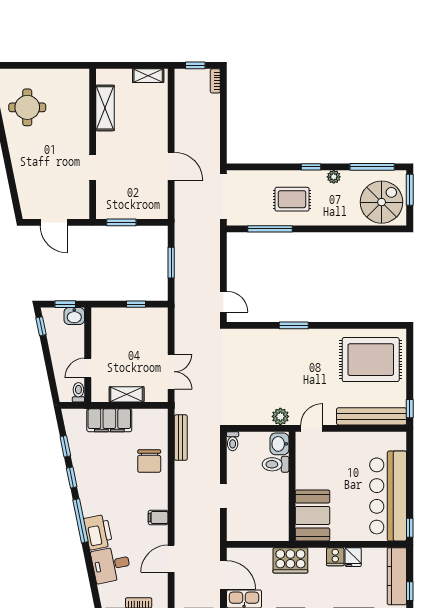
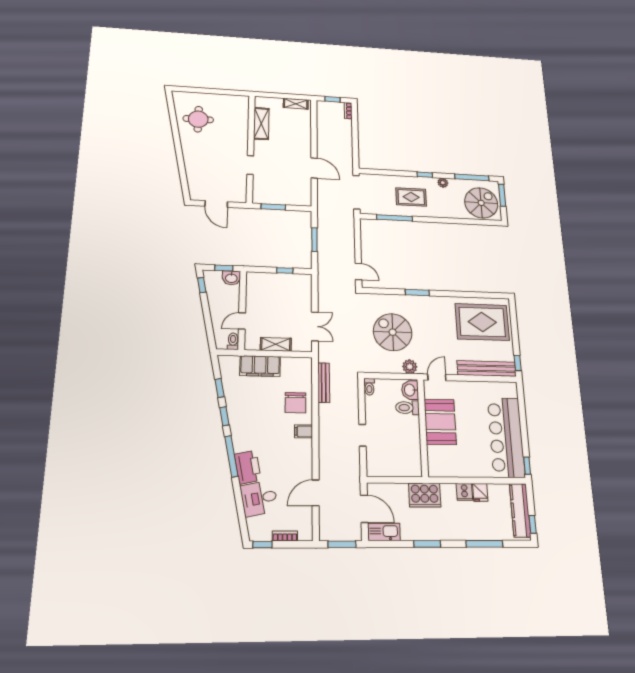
spiral stairs: (262, 376) -> (393, 332), added
booth: (313, 515) -> (440, 422), moved
filing cabinet: (158, 518) -> (304, 431), moved

